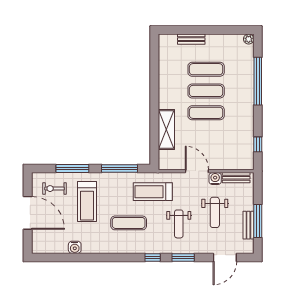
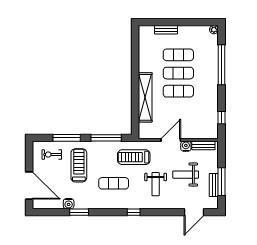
shelving: (166, 130) -> (145, 97), width x1.47
door: (197, 171) -> (171, 140), hinge flipped
treadmill: (87, 202) -> (79, 165), turned 180
weight bench: (215, 212) -> (186, 175), turned 90
door: (28, 213) -> (29, 186), moved
window: (183, 257) -> (79, 212), moved

